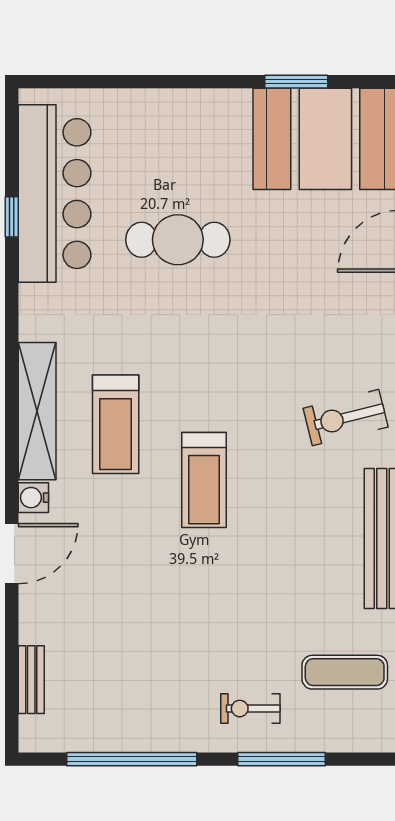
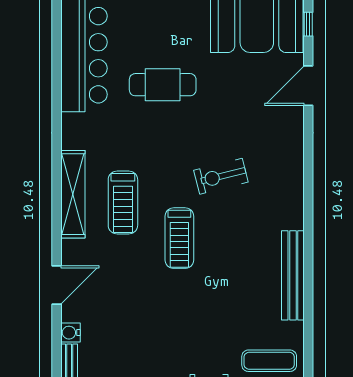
window: (12, 217) -> (57, 70), removed
exercise bike: (346, 418) -> (221, 176), moved
water cooler: (33, 498) -> (70, 333), moved

